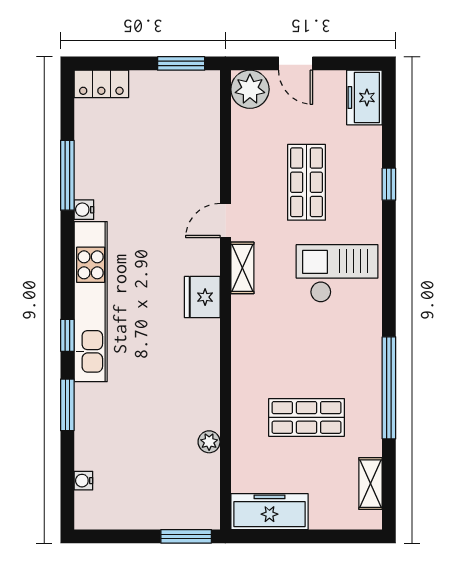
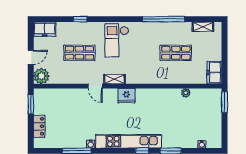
locker: (101, 84) -> (39, 126), moved
shop shelf: (306, 417) -> (176, 53), turned 90
freezer: (269, 512) -> (214, 73), width x0.71

